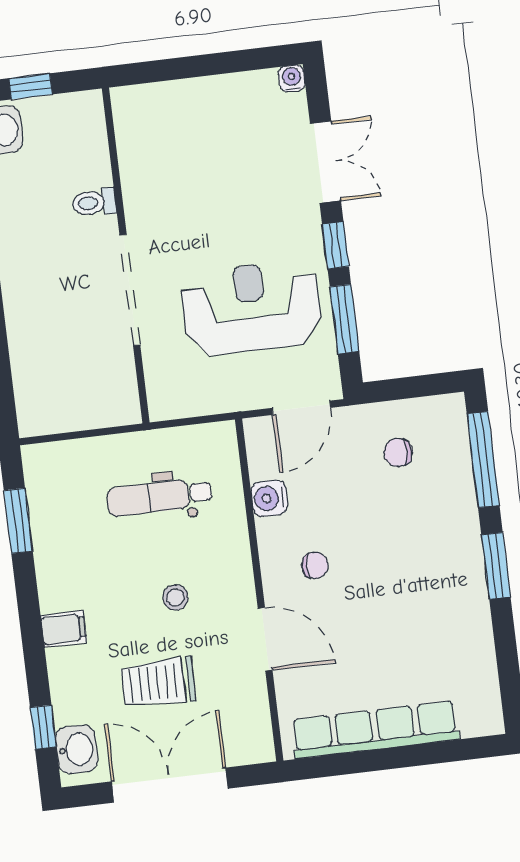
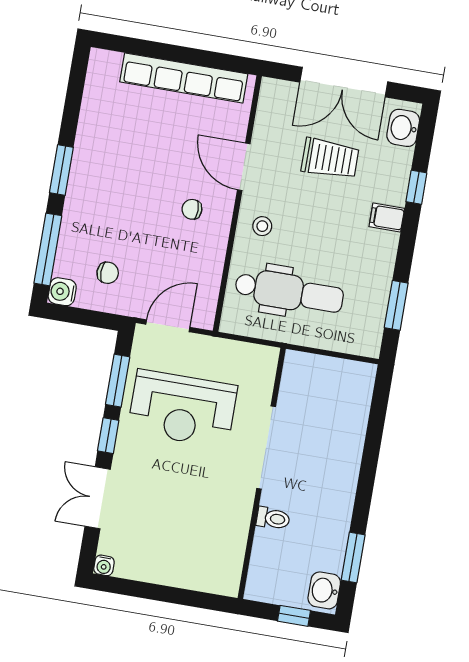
dental chair: (160, 497) -> (289, 292), width x1.36, depth x1.38
water cooler: (269, 498) -> (62, 292), moved, turned 180
stool: (175, 597) -> (262, 226), moved
window: (43, 727) -> (416, 187), moved

